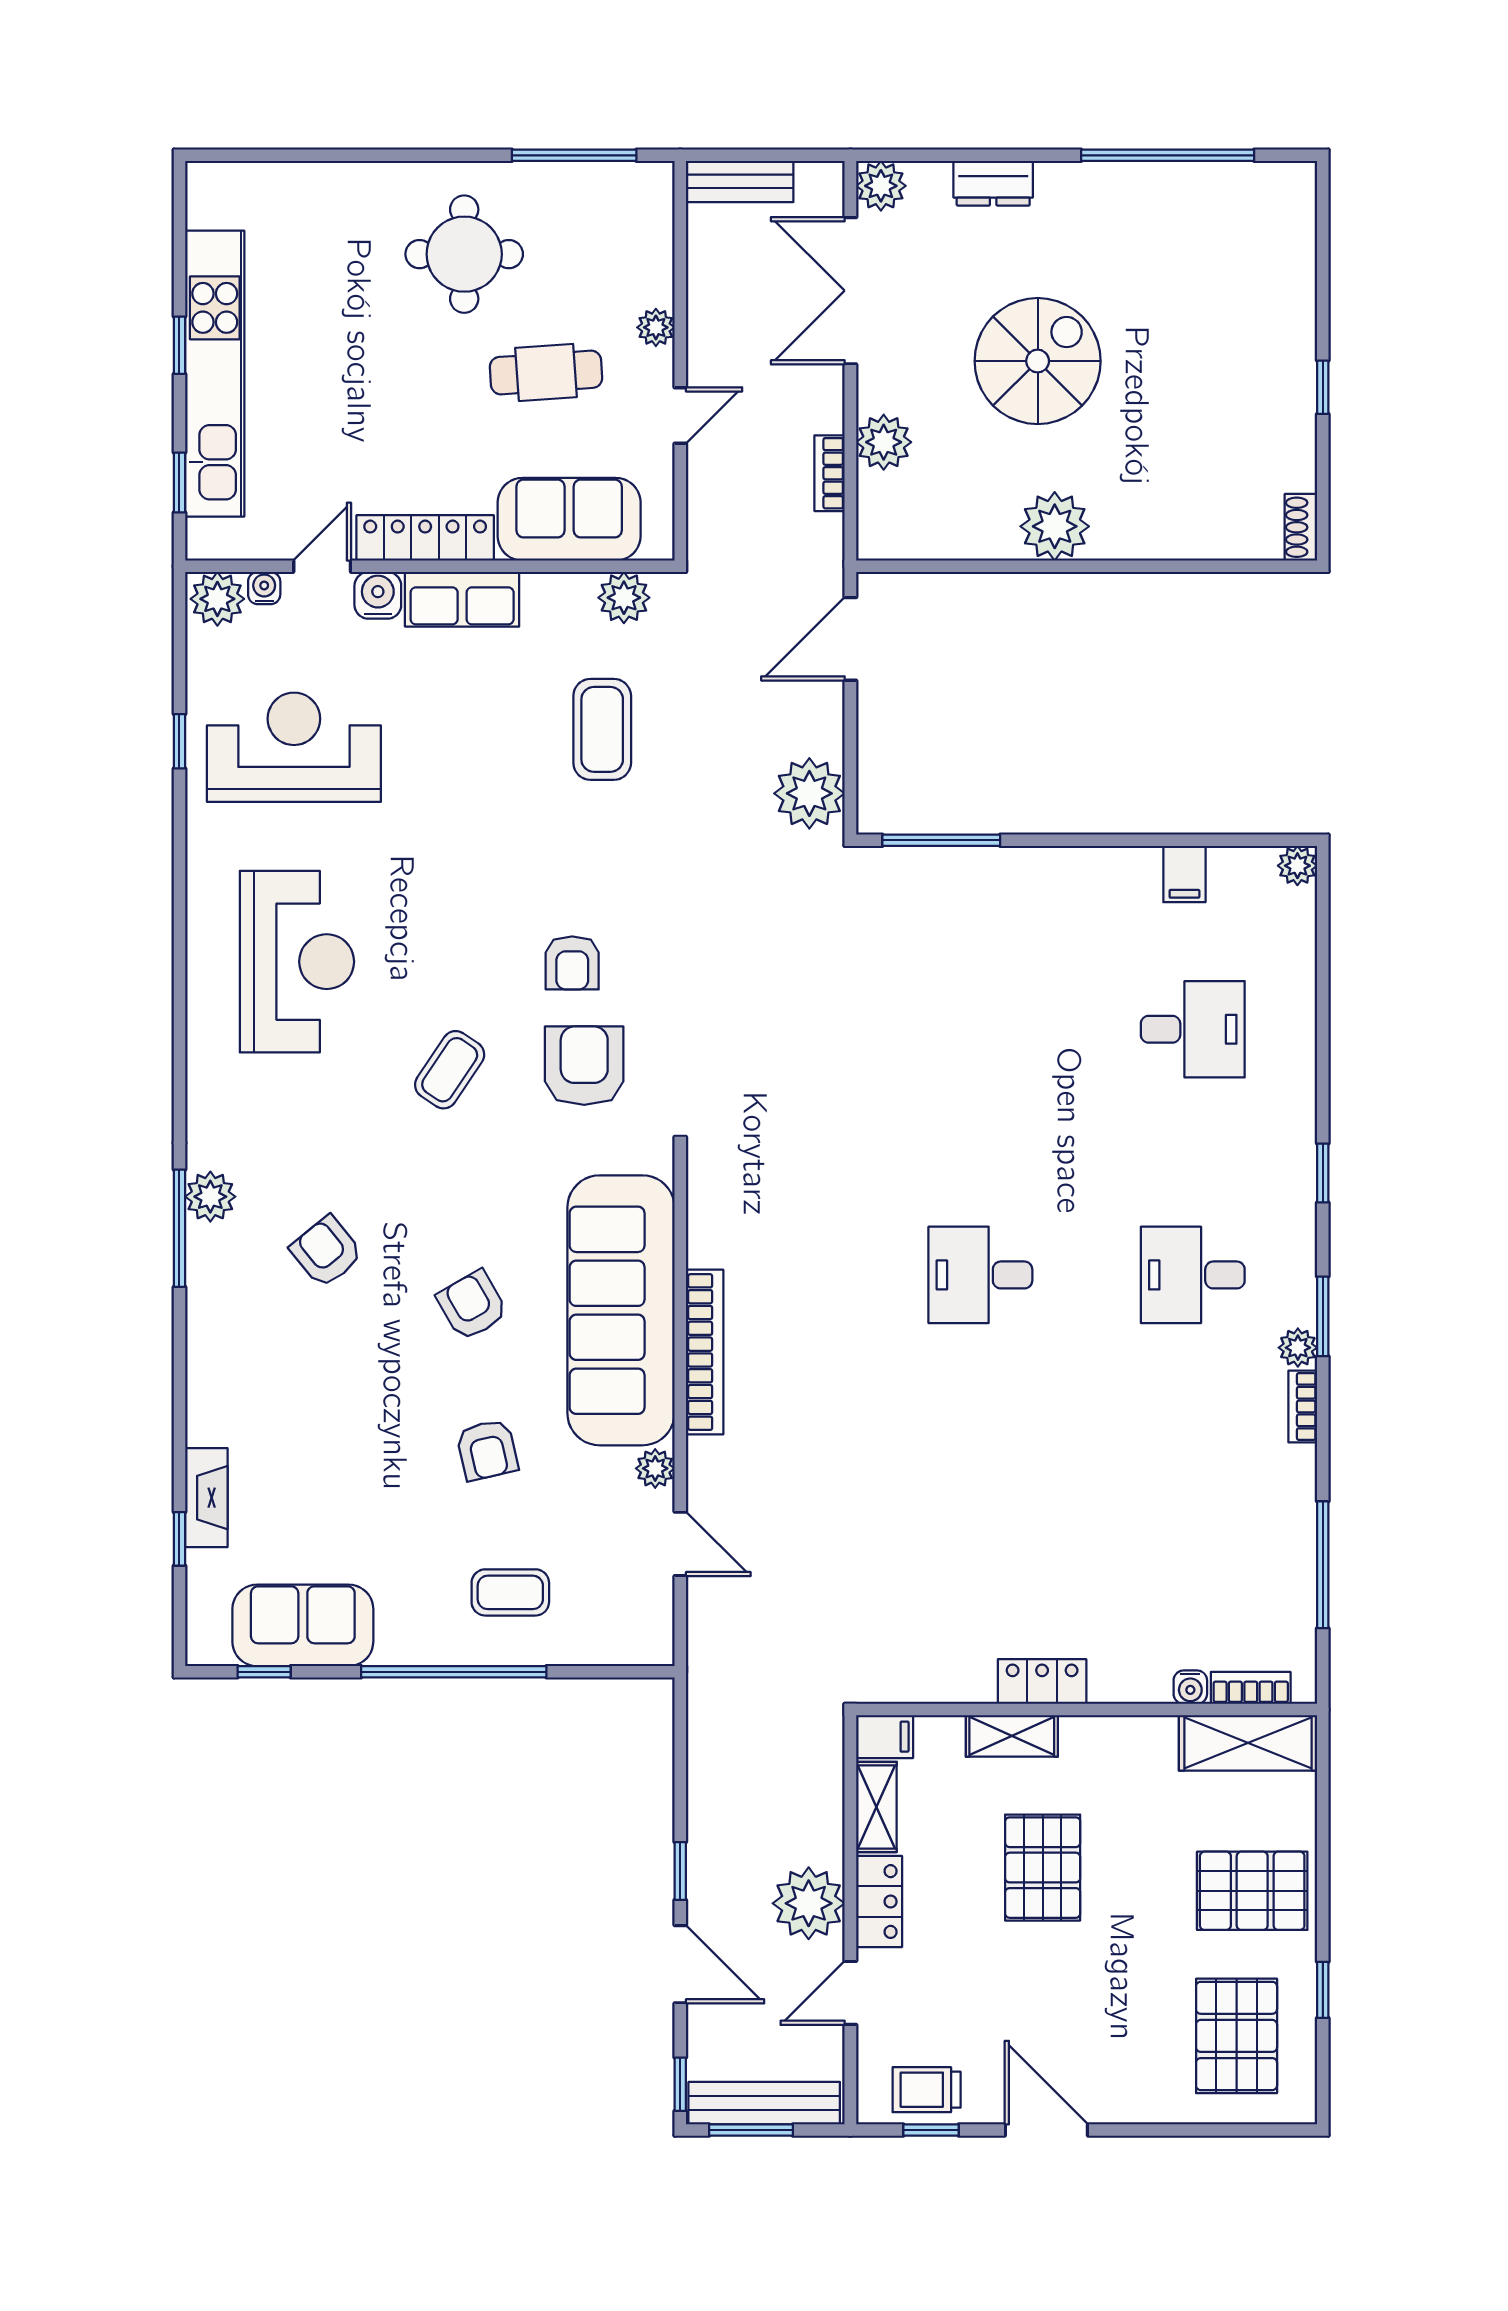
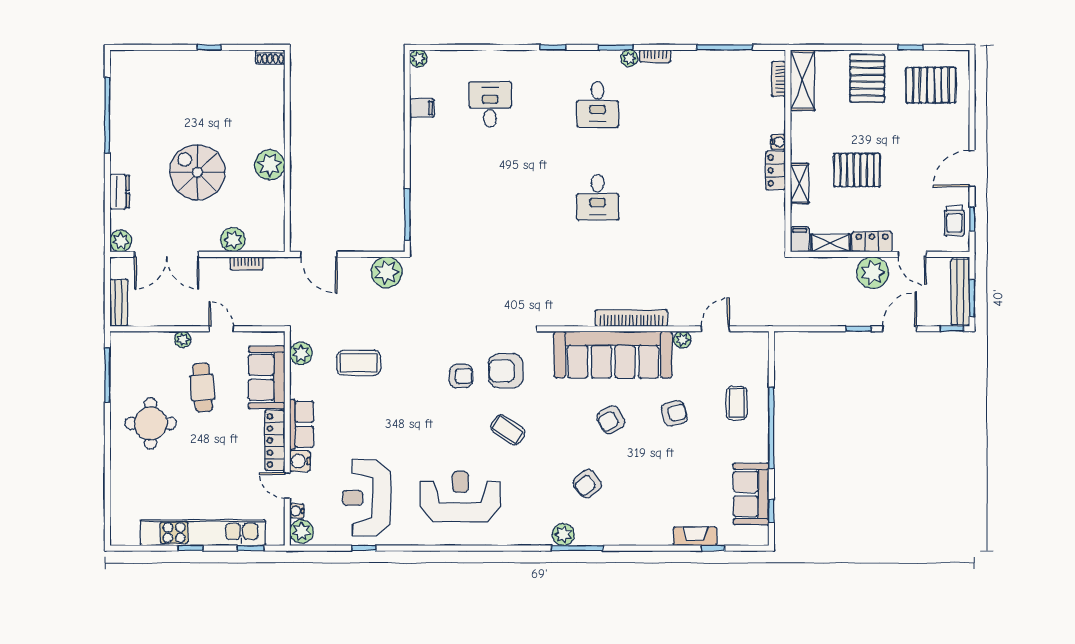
water cooler: (1190, 1687) -> (778, 142), moved

